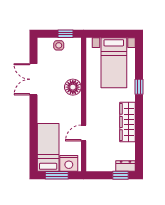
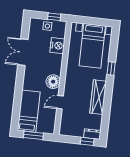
floor lamp: (73, 87) -> (53, 82), moved
nightstand: (69, 163) -> (57, 46), moved, turned -90

